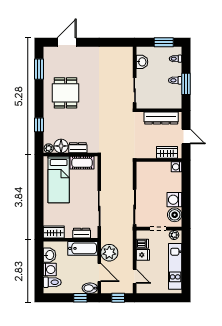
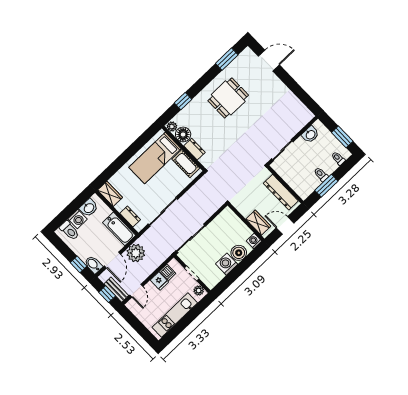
door: (186, 136) -> (285, 225), swing flipped
boiler: (175, 215) -> (239, 253), moved
bench: (121, 289) -> (116, 290), added

